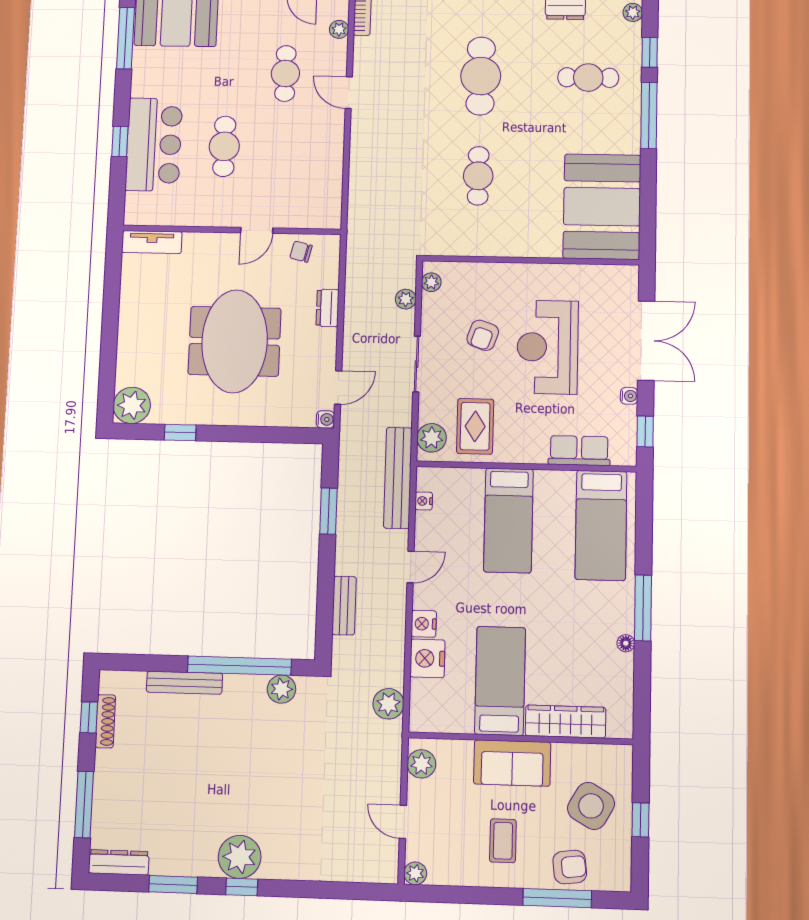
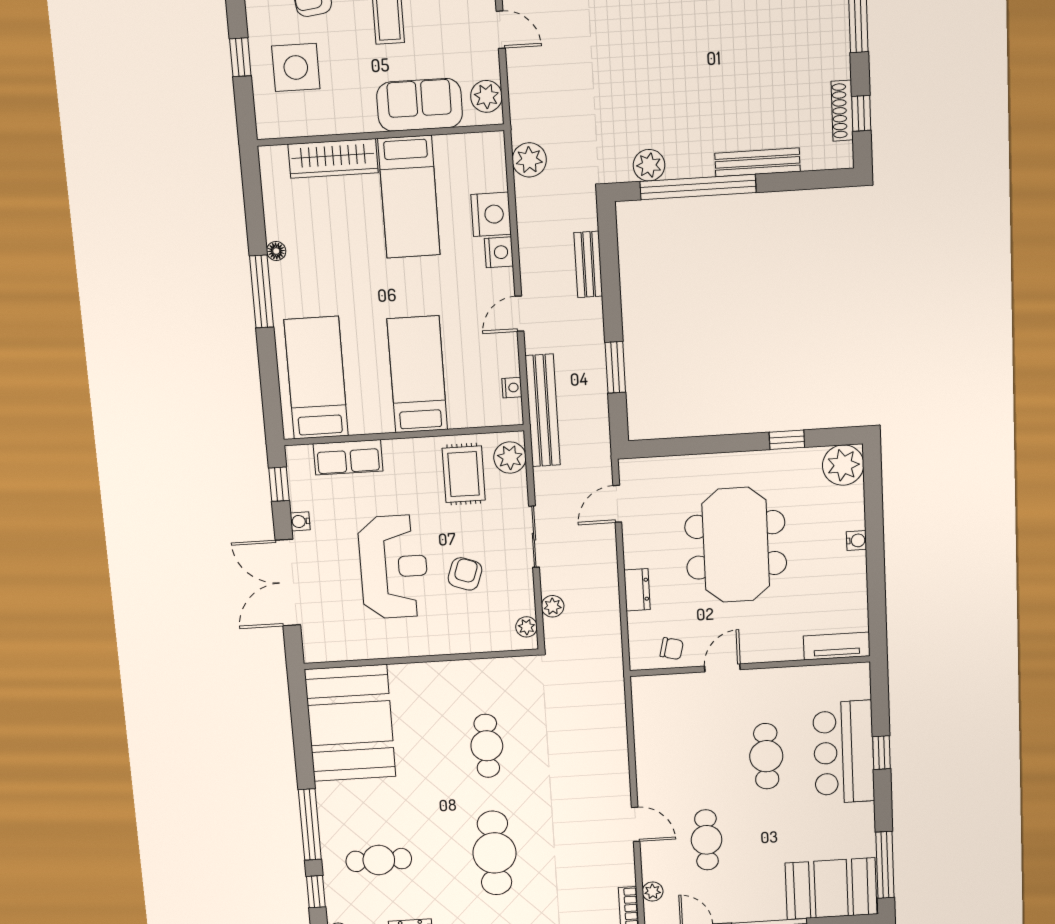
water cooler: (325, 419) -> (856, 541), moved, turned 180
sofa: (512, 763) -> (420, 105), moved
side table: (591, 806) -> (296, 67), turned -30

